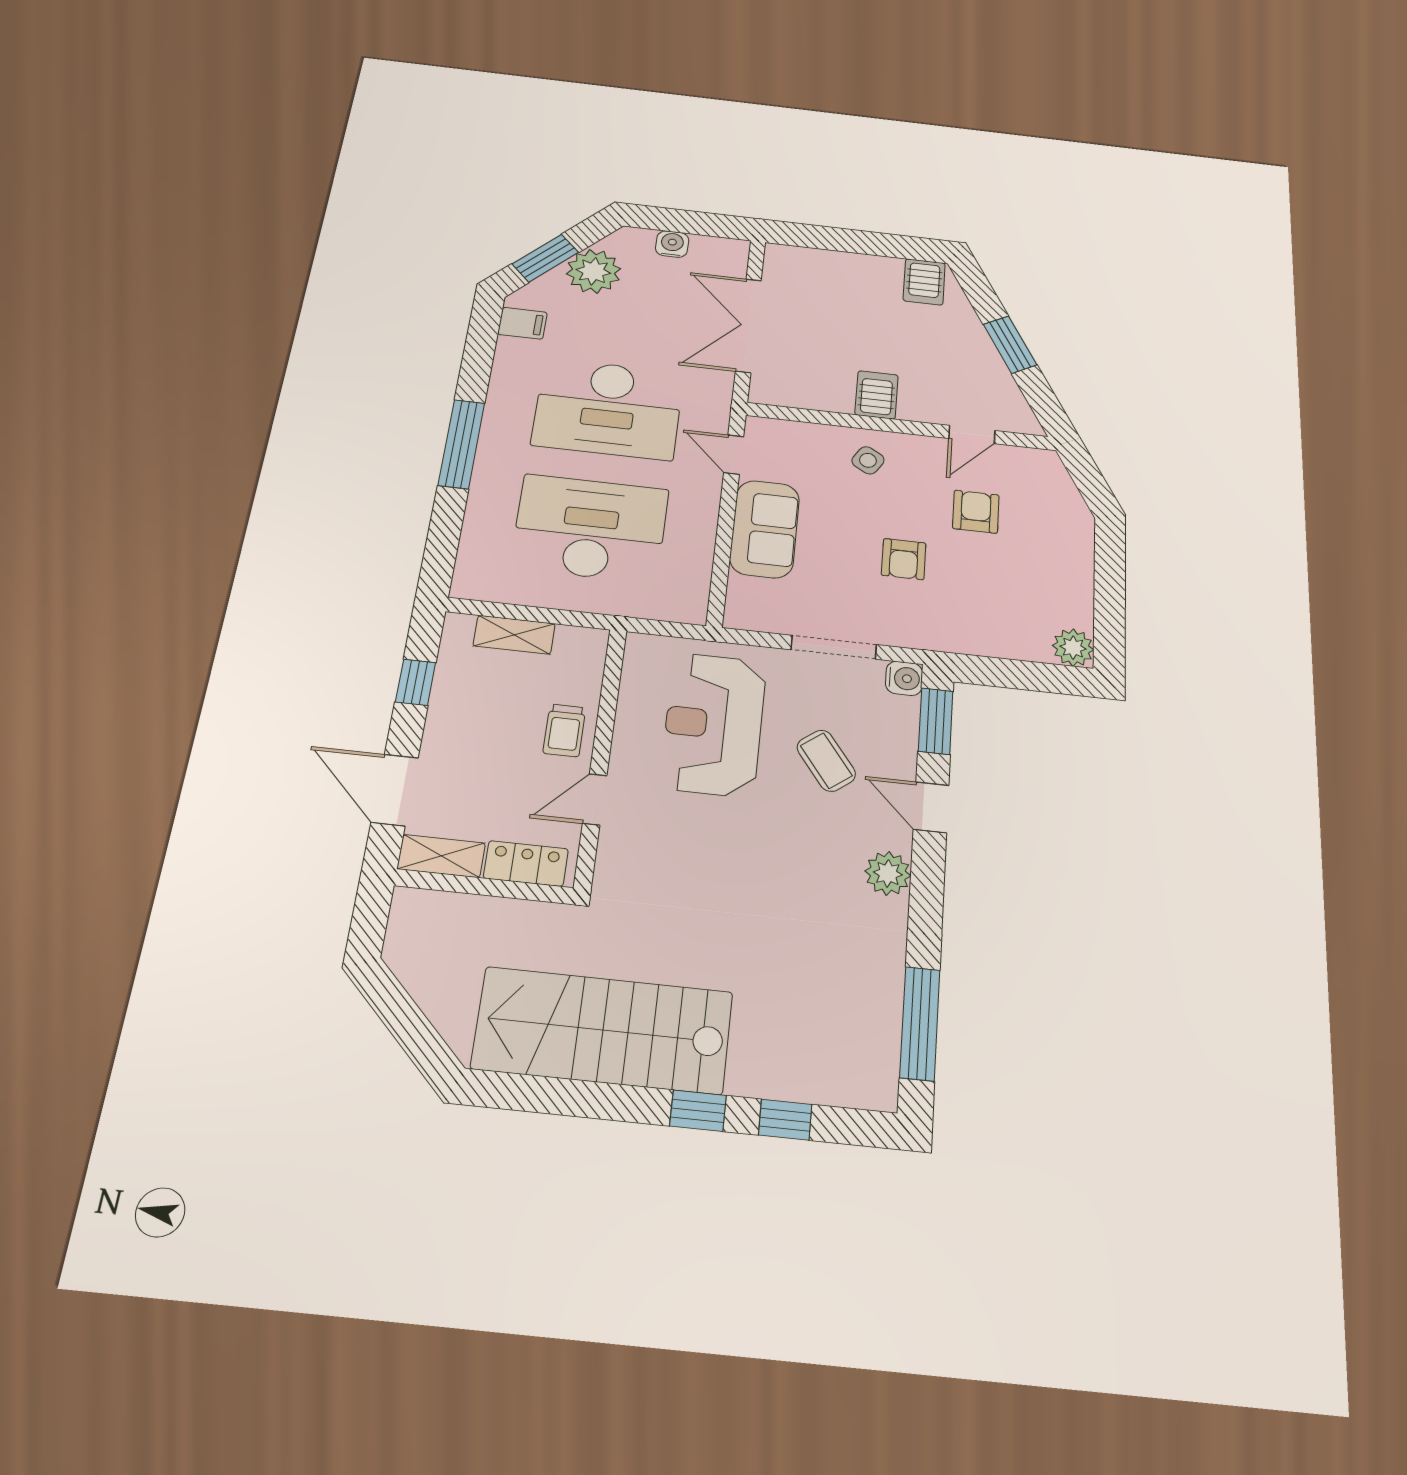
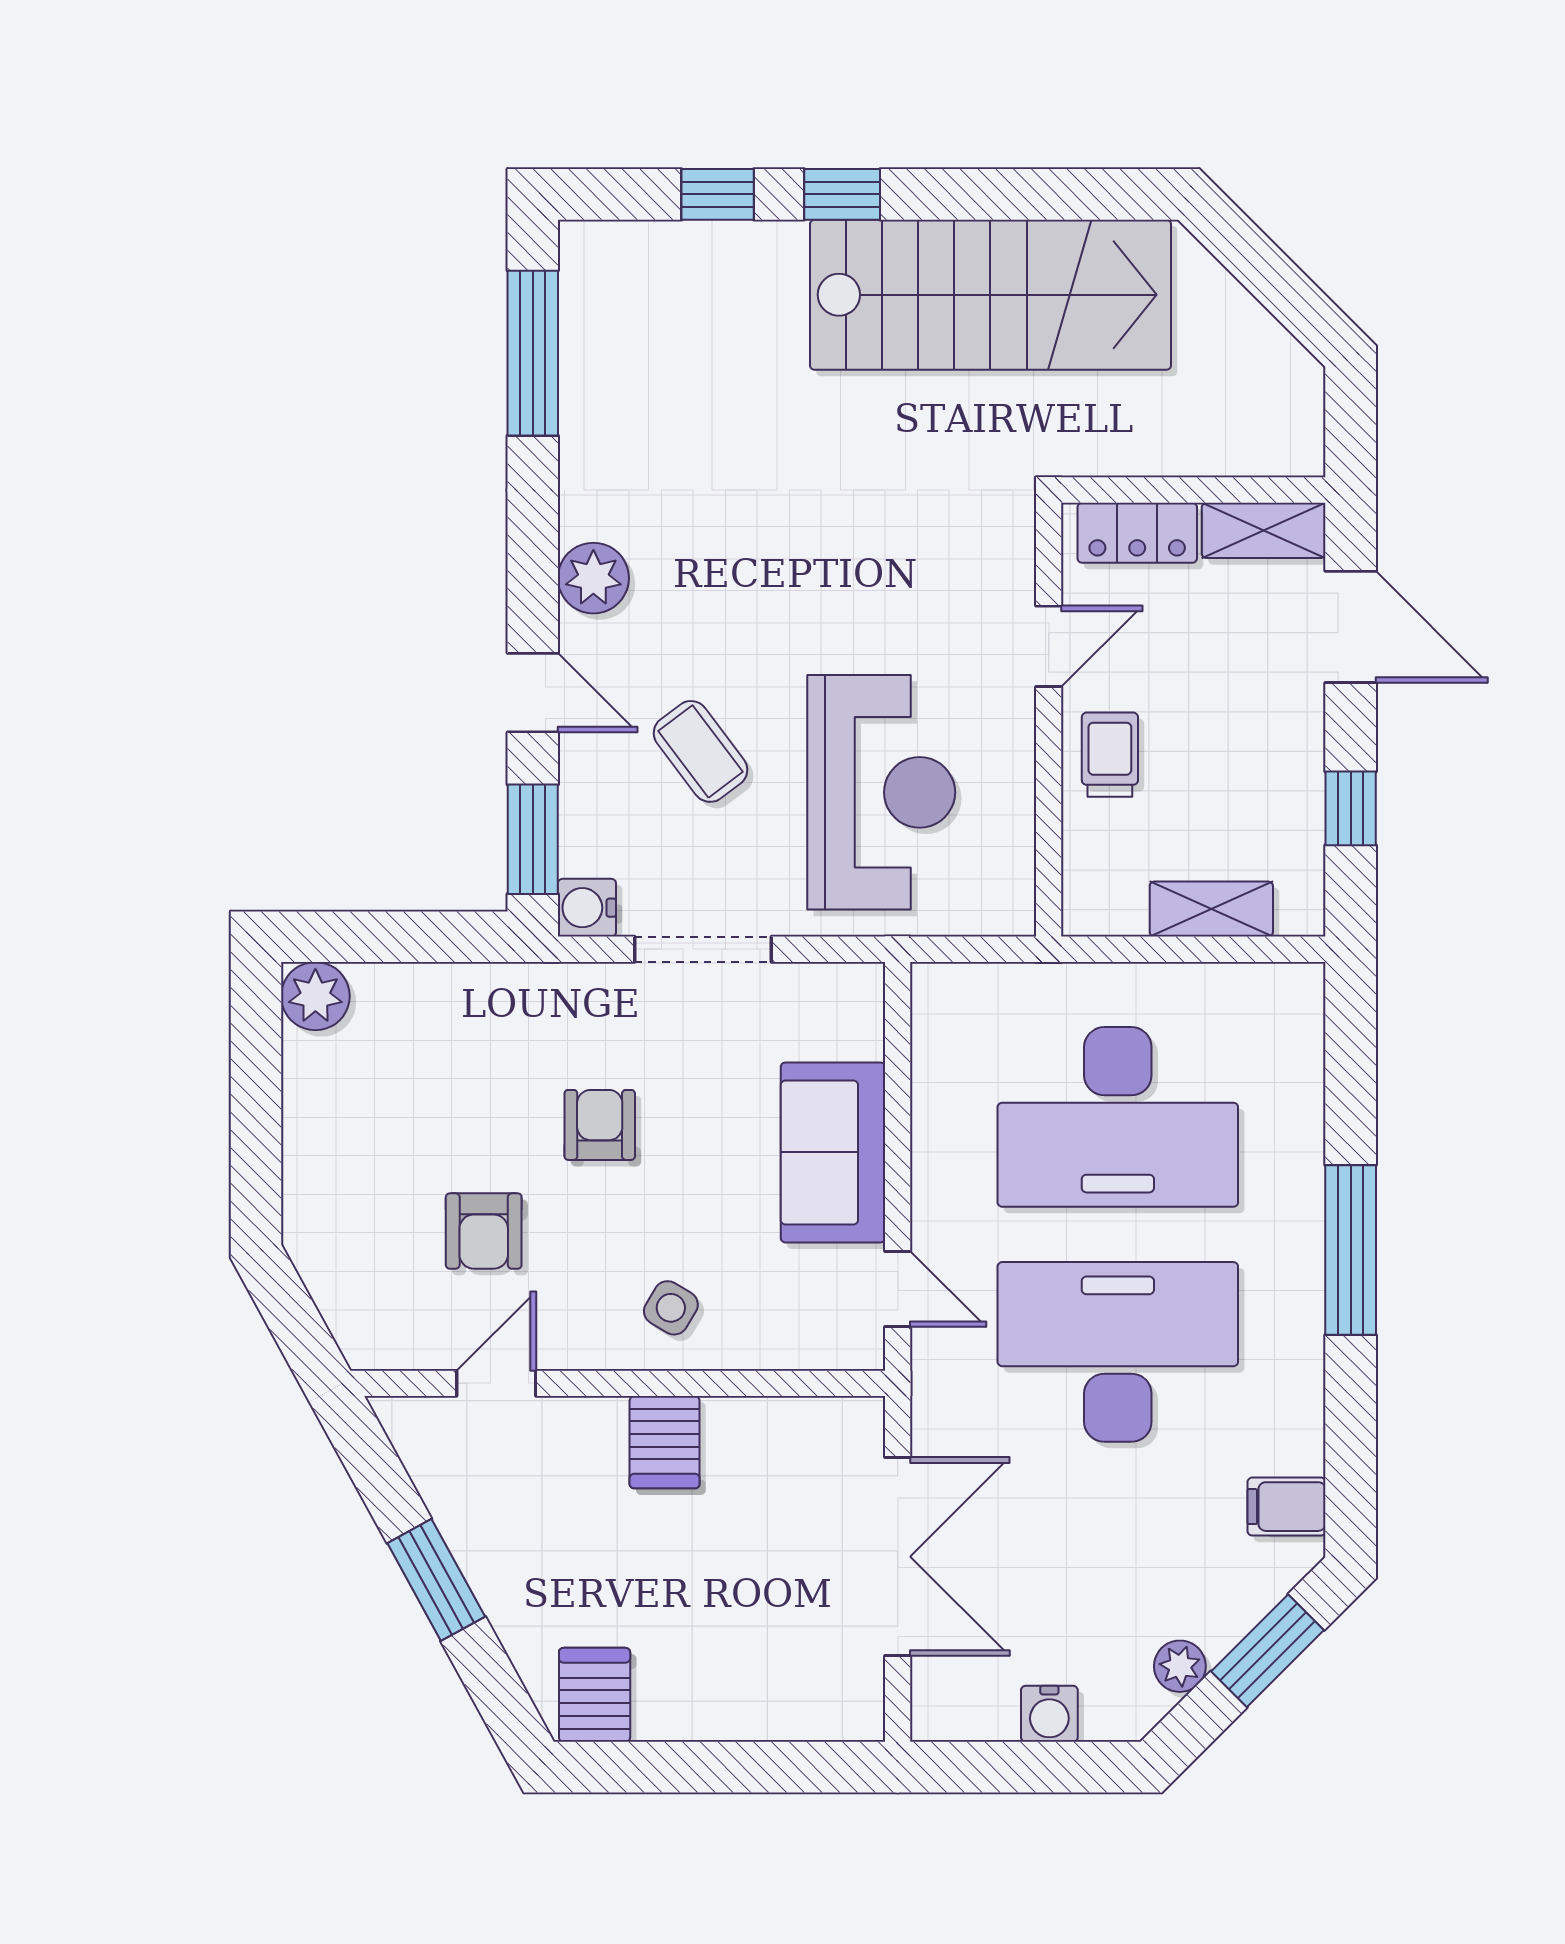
plant: (593, 271) -> (1180, 1666), width x0.53, depth x0.53

